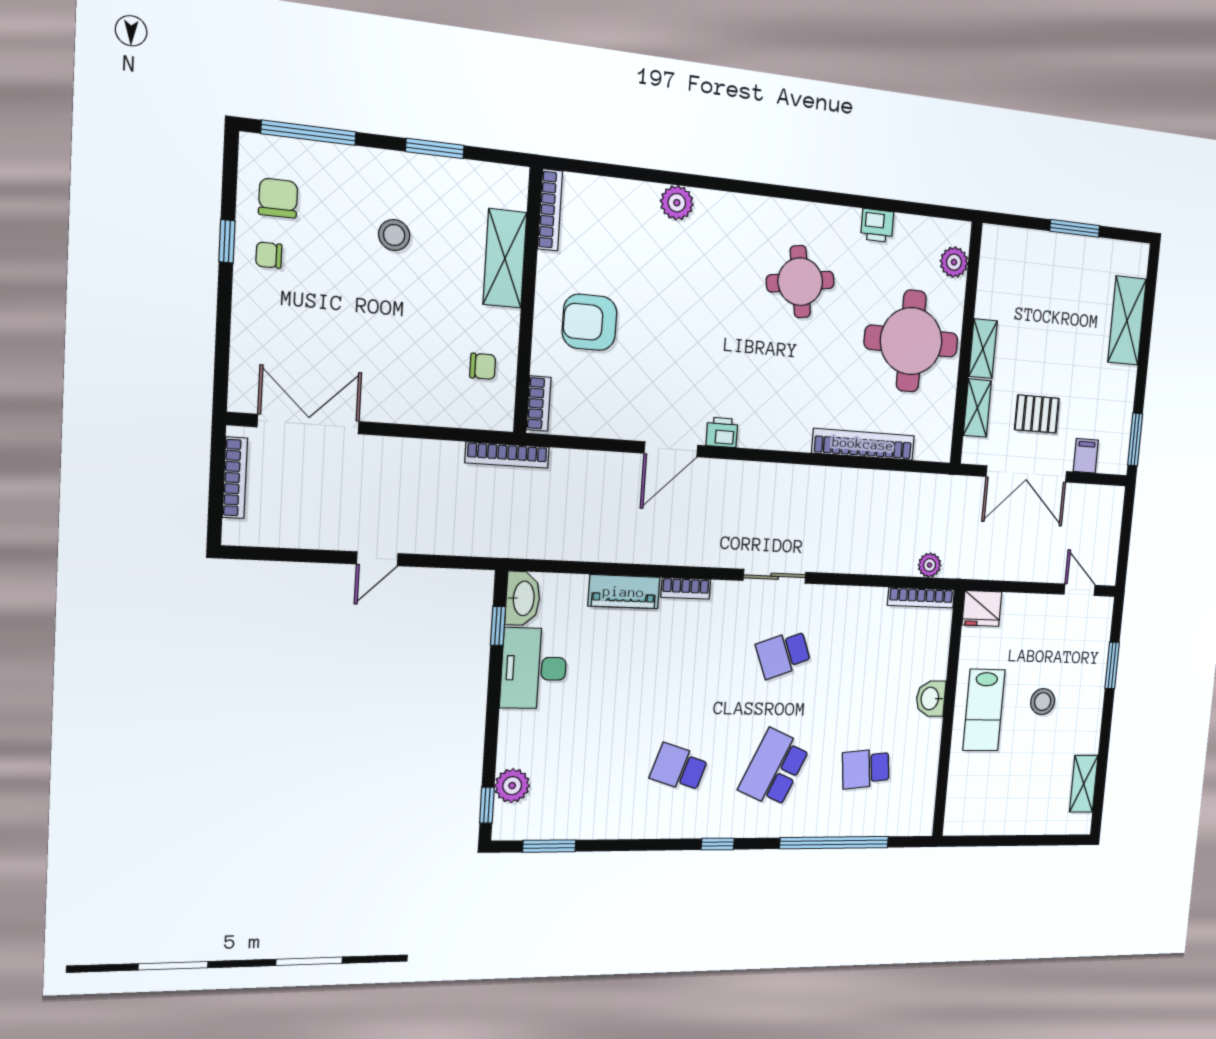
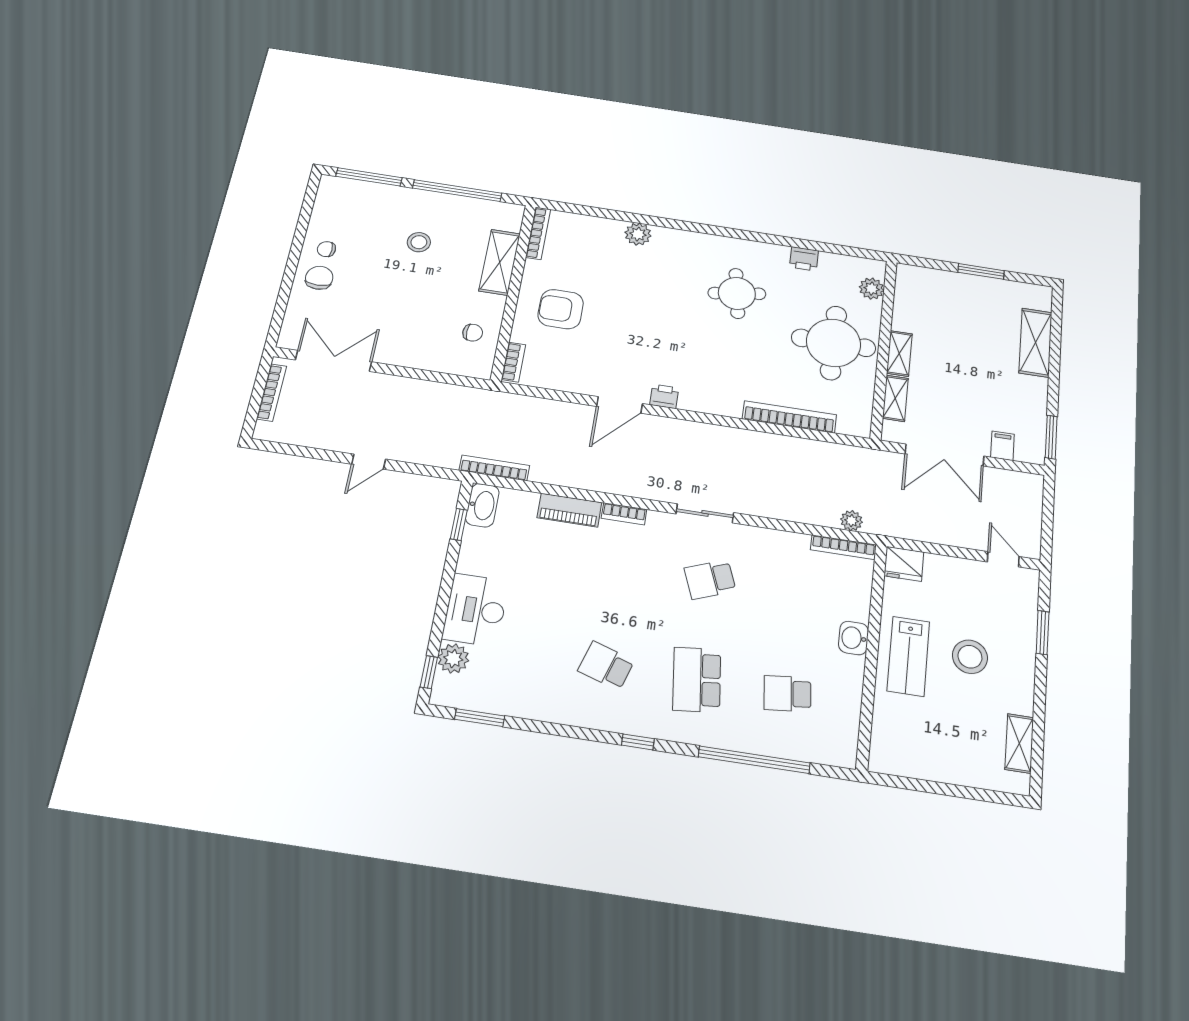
window: (435, 148) -> (457, 191), width x2.11
chair: (278, 198) -> (319, 278), moved
window: (227, 241) -> (299, 239), removed
pallet: (1037, 414) -> (952, 408), removed
bookcase: (507, 455) -> (494, 468), moved, turned 180
desk: (534, 668) -> (476, 610), moved
stool: (1043, 702) -> (970, 657), width x1.38, depth x1.38
school desk: (774, 768) -> (697, 680), turned -30

